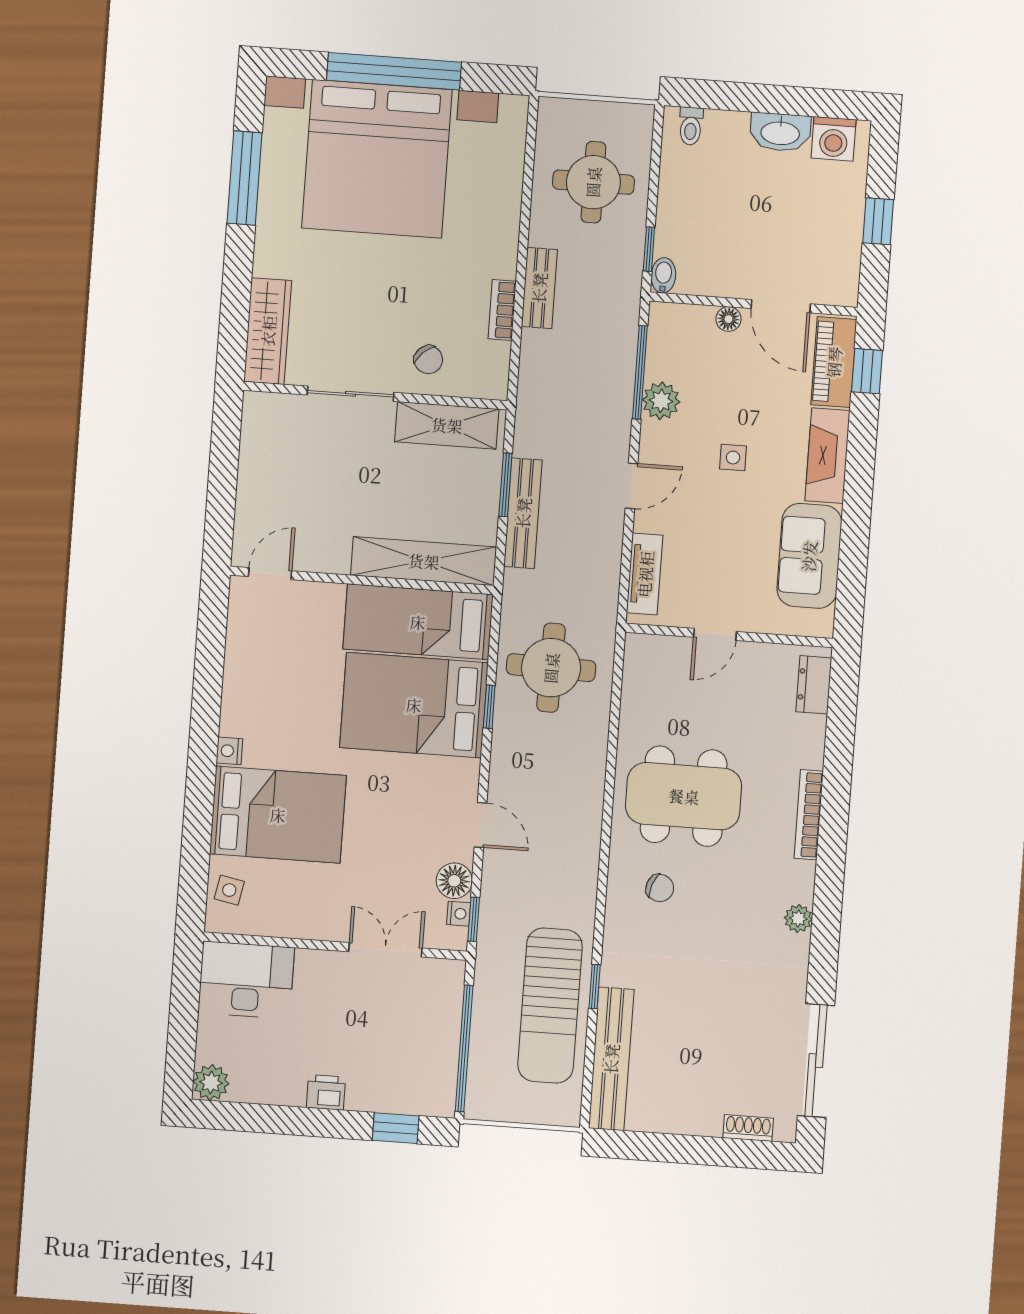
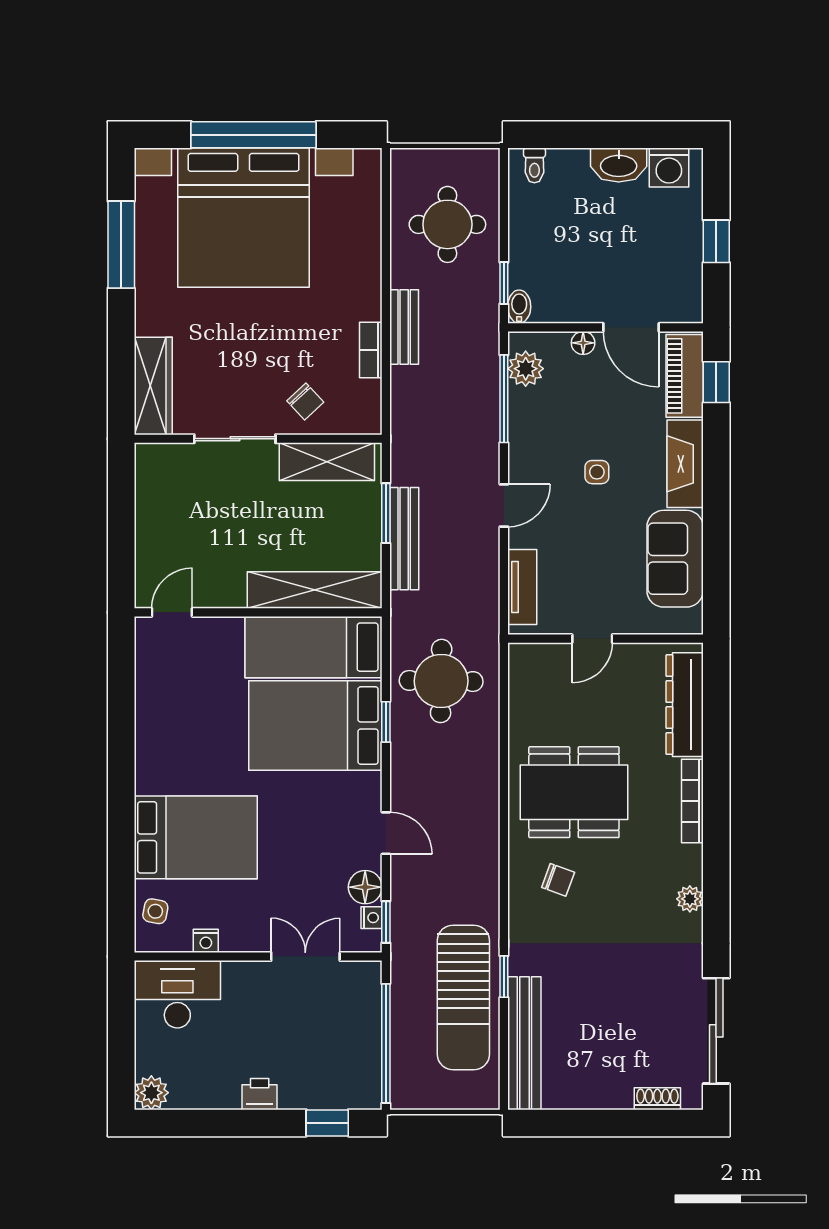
plant: (661, 401) -> (526, 369), moved
dresser: (814, 685) -> (685, 705), width x1.96, depth x1.24
nightstand: (229, 751) -> (206, 941), moved, turned -90

